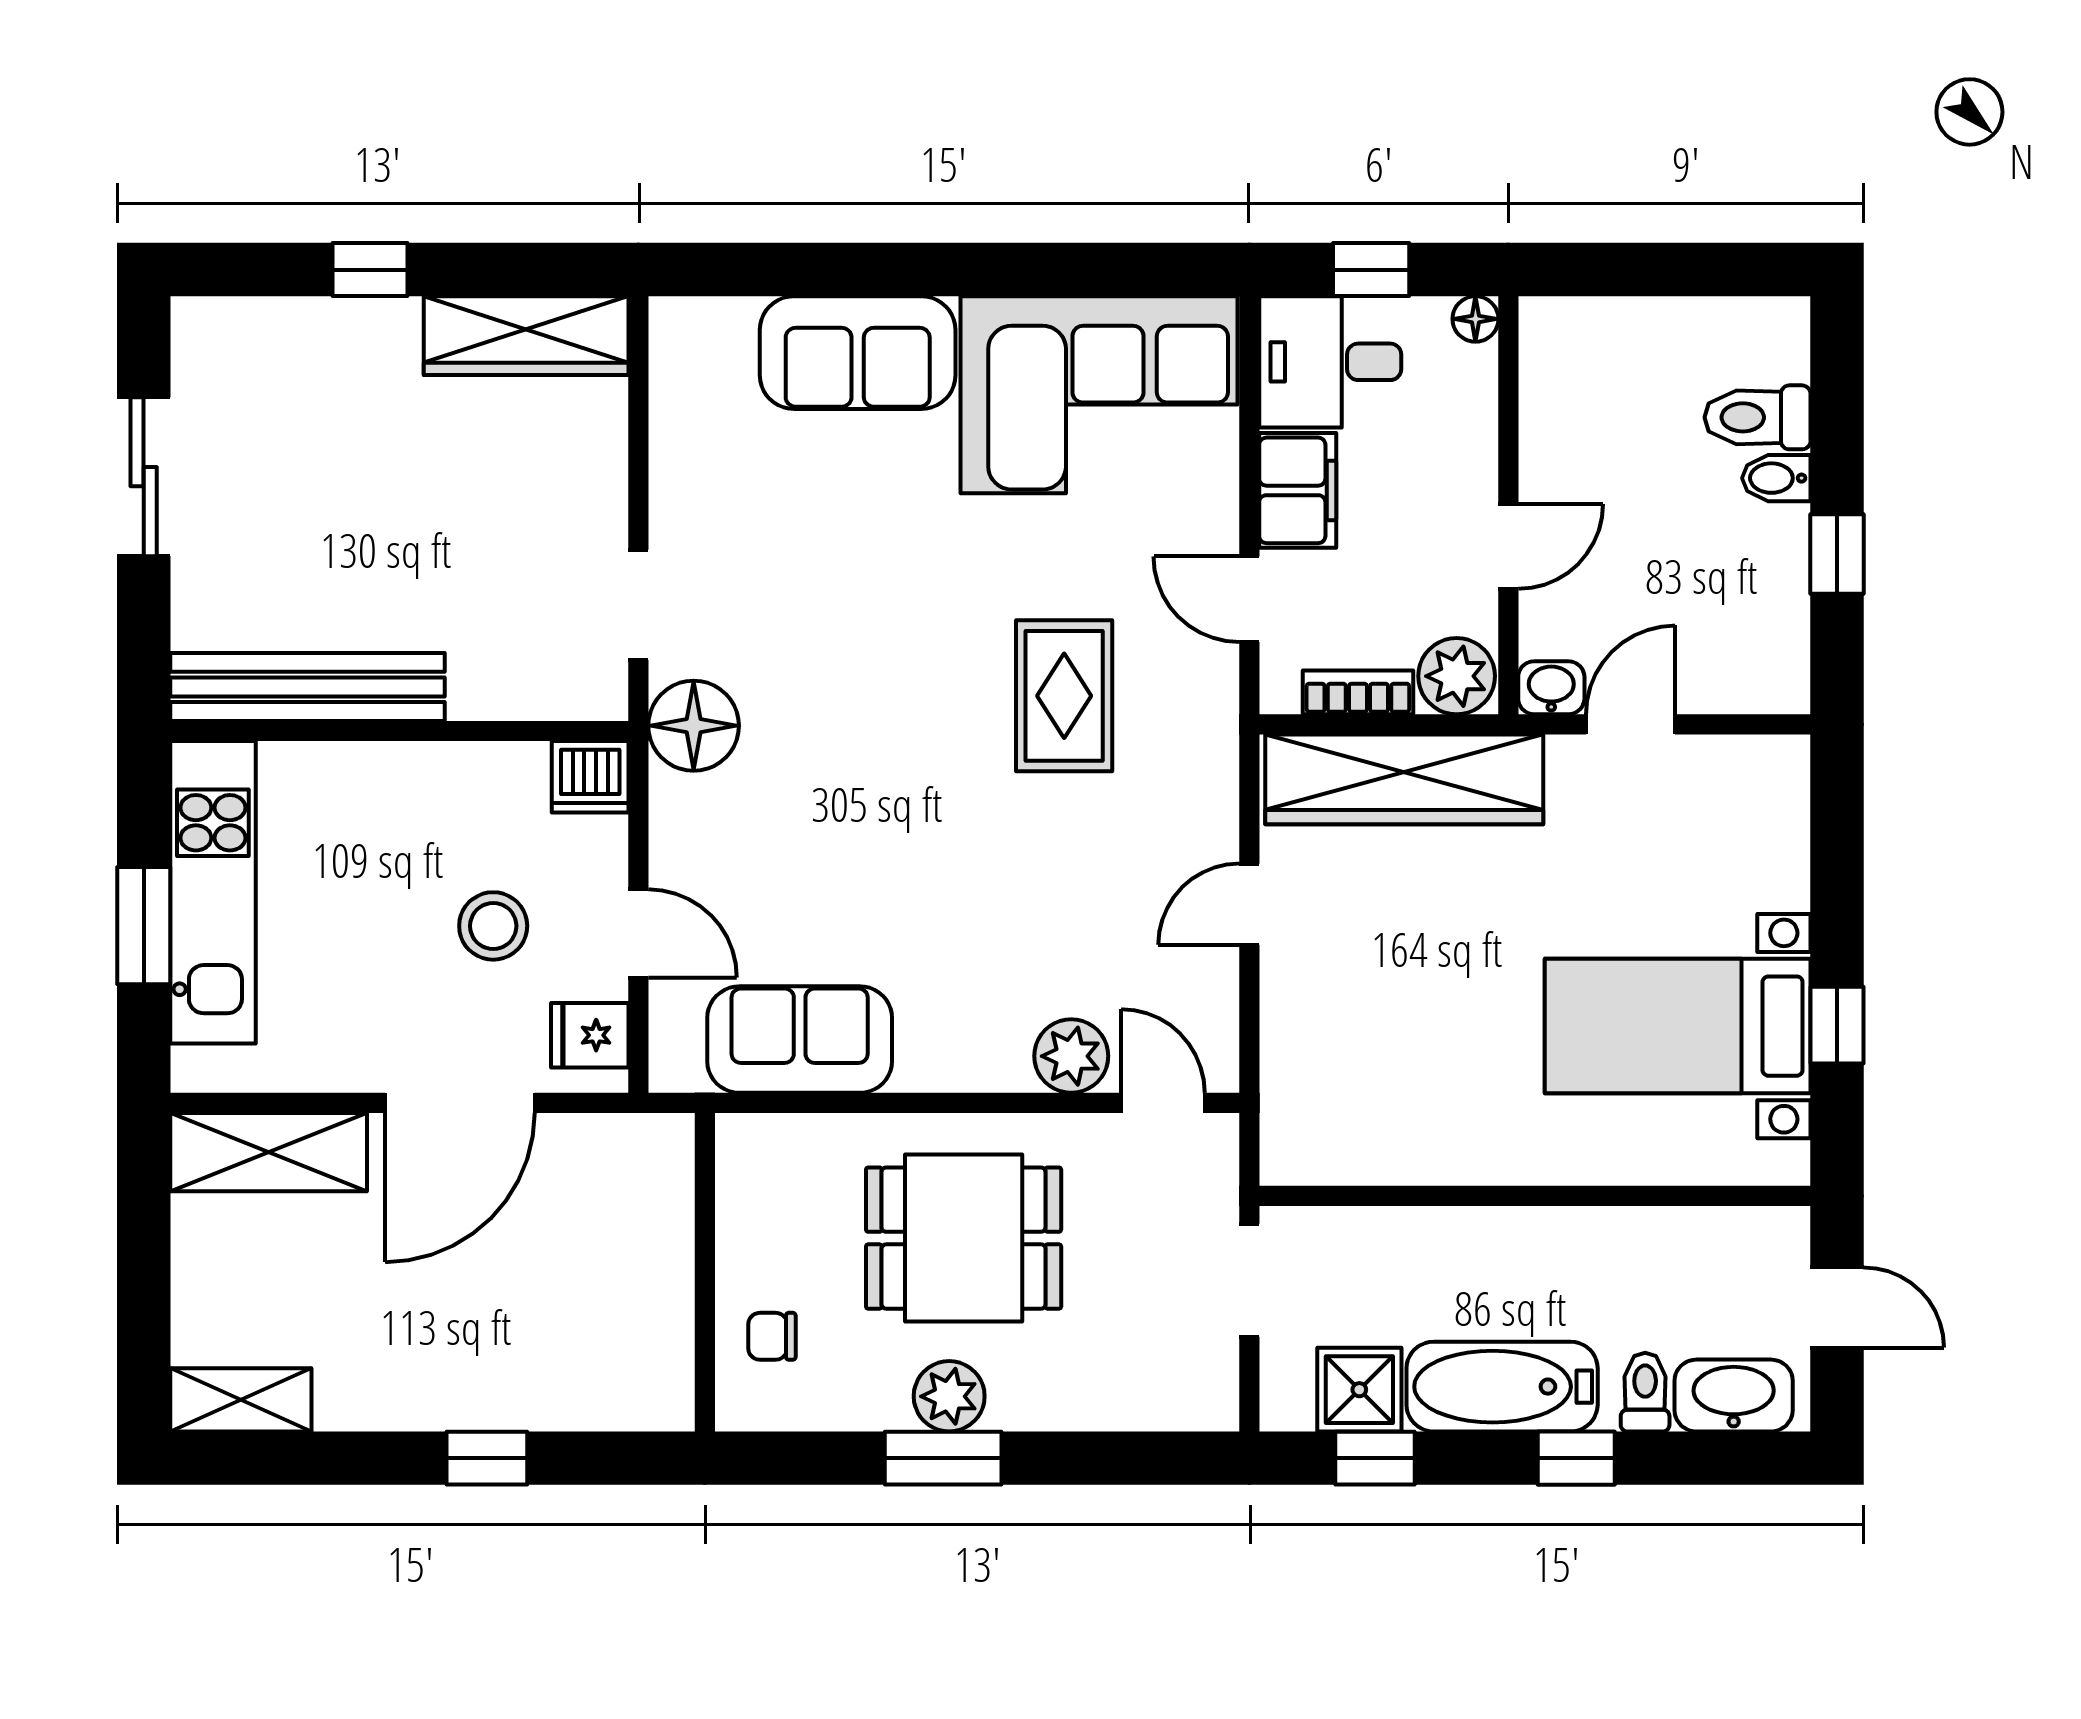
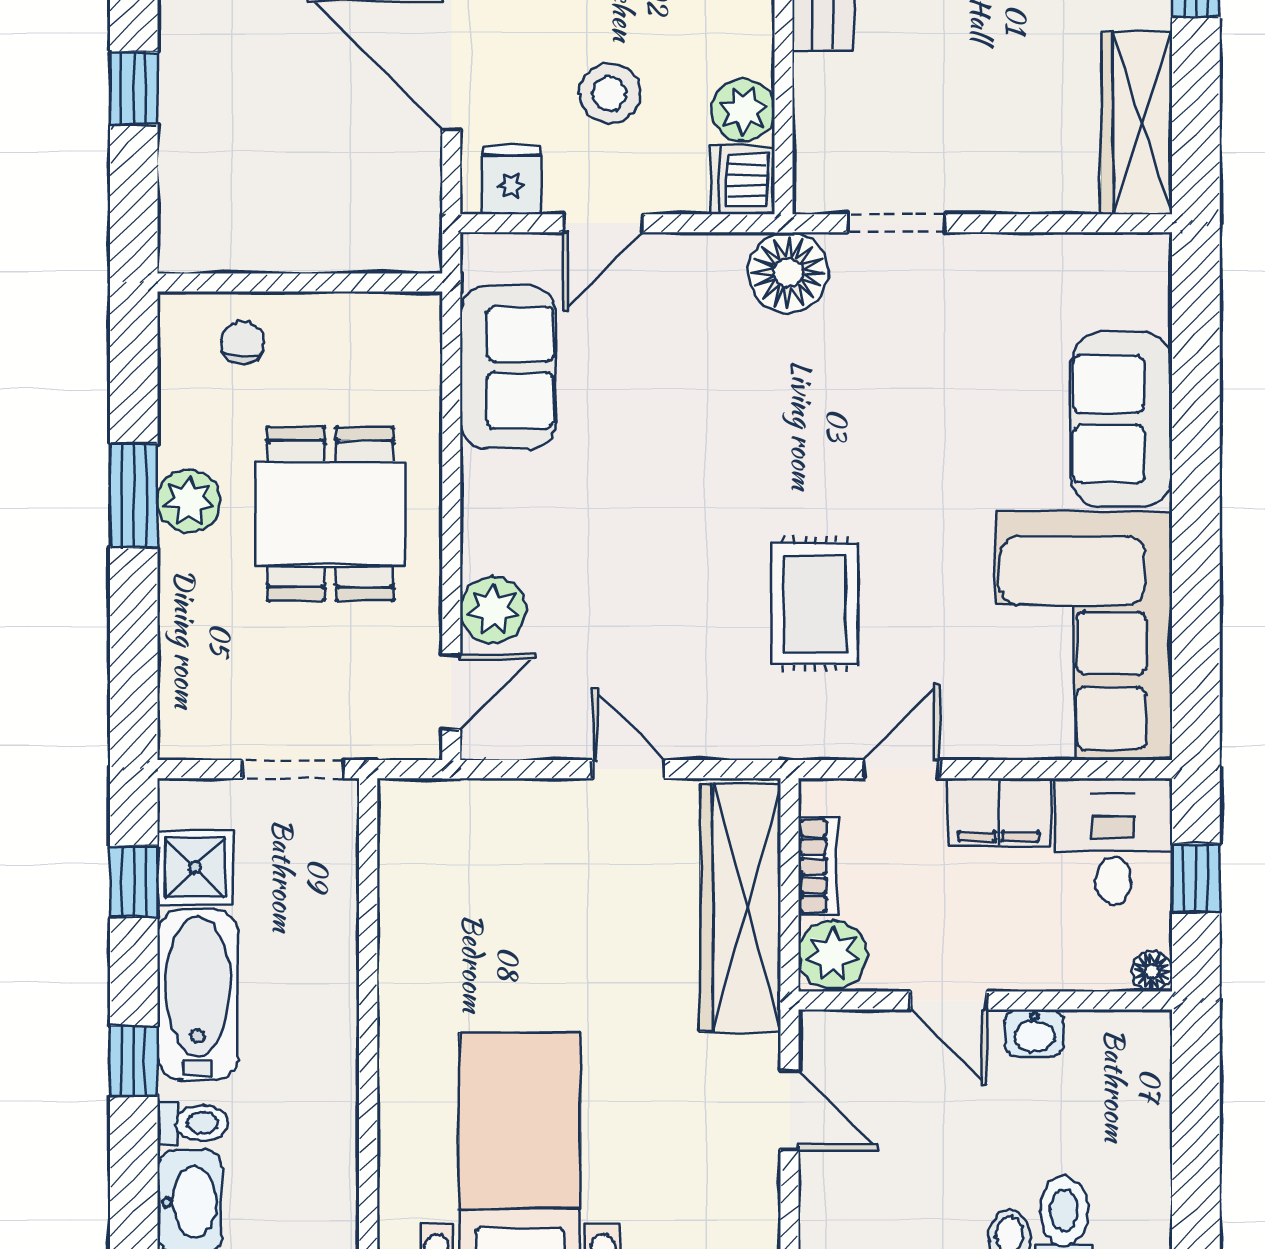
washbasin: (1551, 688) -> (1034, 1033), moved, turned 90
rug: (1064, 696) -> (815, 604), turned 90
plant: (512, 776) -> (743, 110), added

